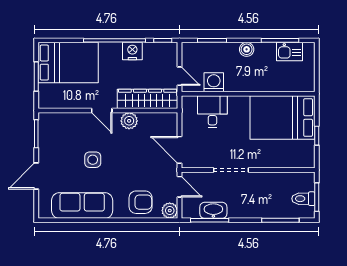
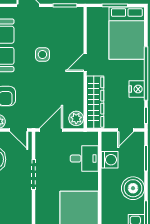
boiler: (247, 49) -> (133, 188), width x1.86, depth x1.86
door: (179, 76) -> (126, 130), moved
plant: (129, 121) -> (76, 118), moved
door: (179, 187) -> (19, 130), hinge flipped

